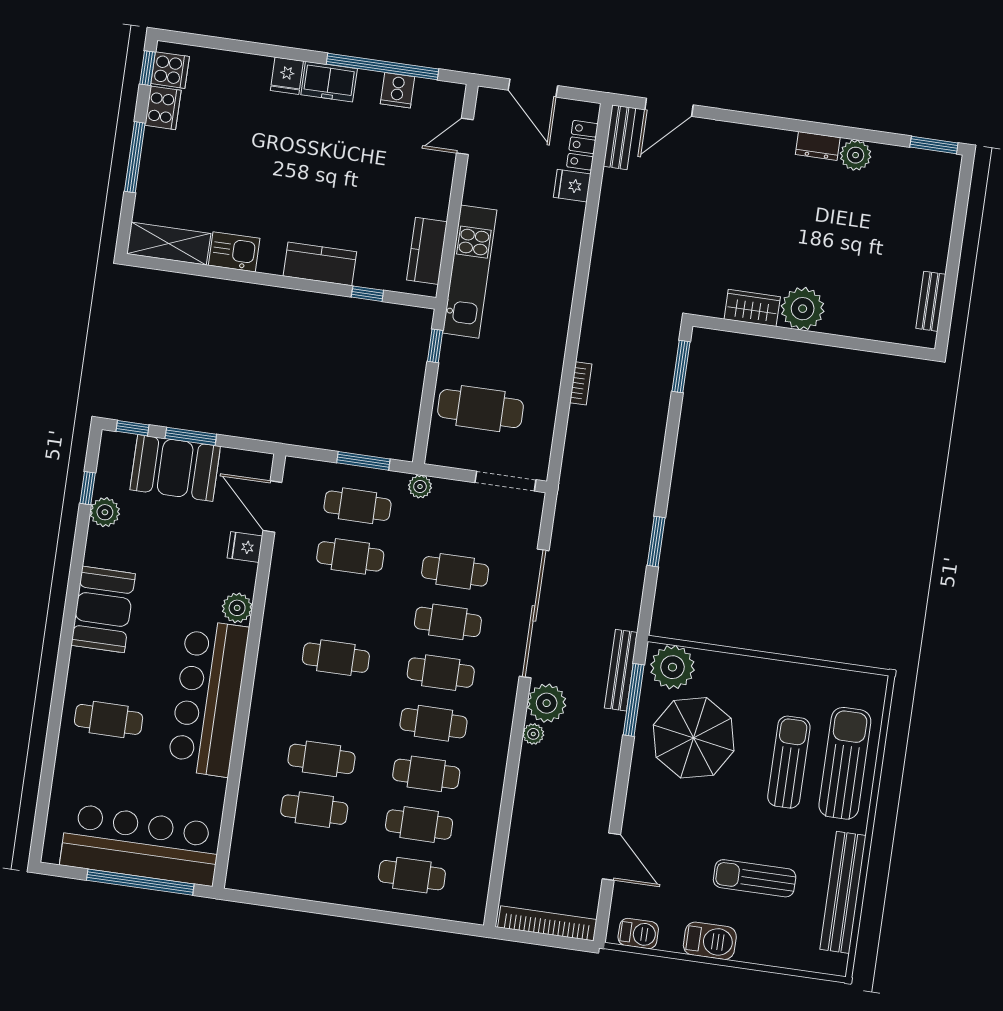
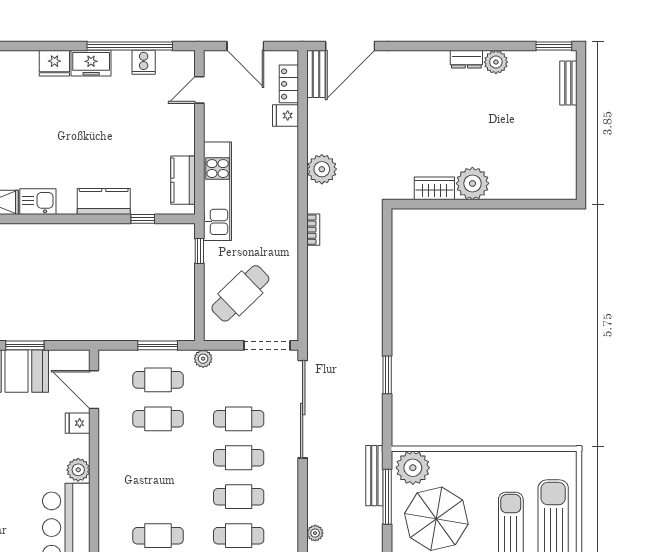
fridge: (287, 76) -> (54, 63), width x1.38
door: (669, 107) -> (350, 46), width x1.36
bench: (931, 301) -> (568, 83), moved
window: (681, 367) -> (387, 240), removed
bookcase: (581, 383) -> (313, 230), moved
cafe table: (480, 409) -> (240, 293), turned -44
sliding door: (534, 613) -> (303, 409), moved
cafe table: (336, 658) -> (158, 536), moved
plant: (547, 703) -> (322, 169), moved

